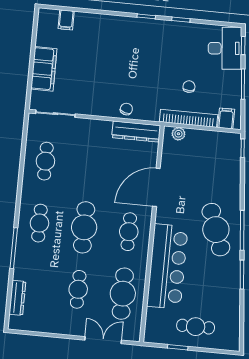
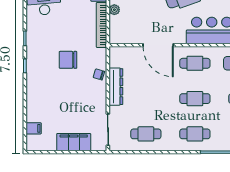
chair: (189, 87) -> (68, 60), moved, width x1.87, depth x1.87
dresser: (136, 132) -> (116, 87), moved
plant: (178, 134) -> (114, 10), moved
cafe table: (84, 227) -> (195, 99), width x0.73, depth x0.74

